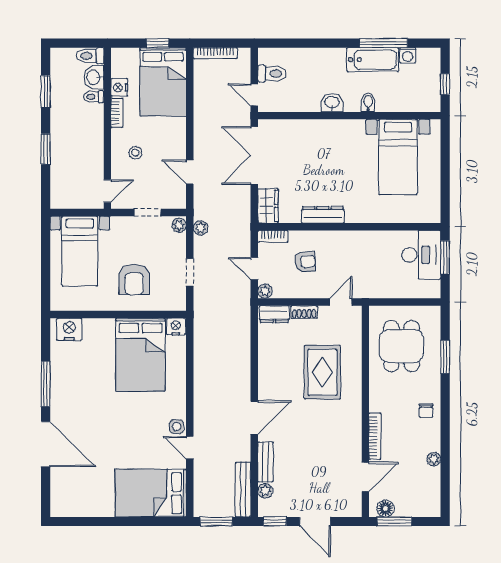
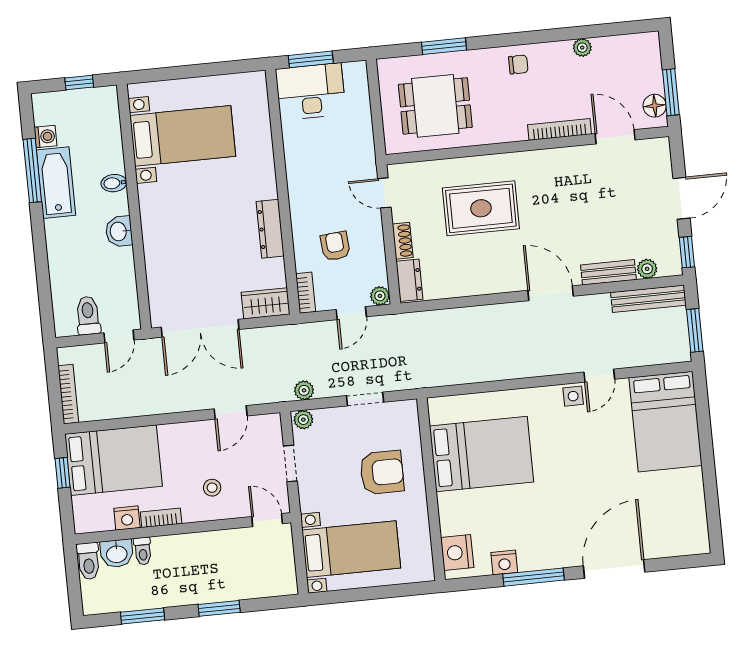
nightstand: (176, 327) -> (504, 562), moved, turned -90

